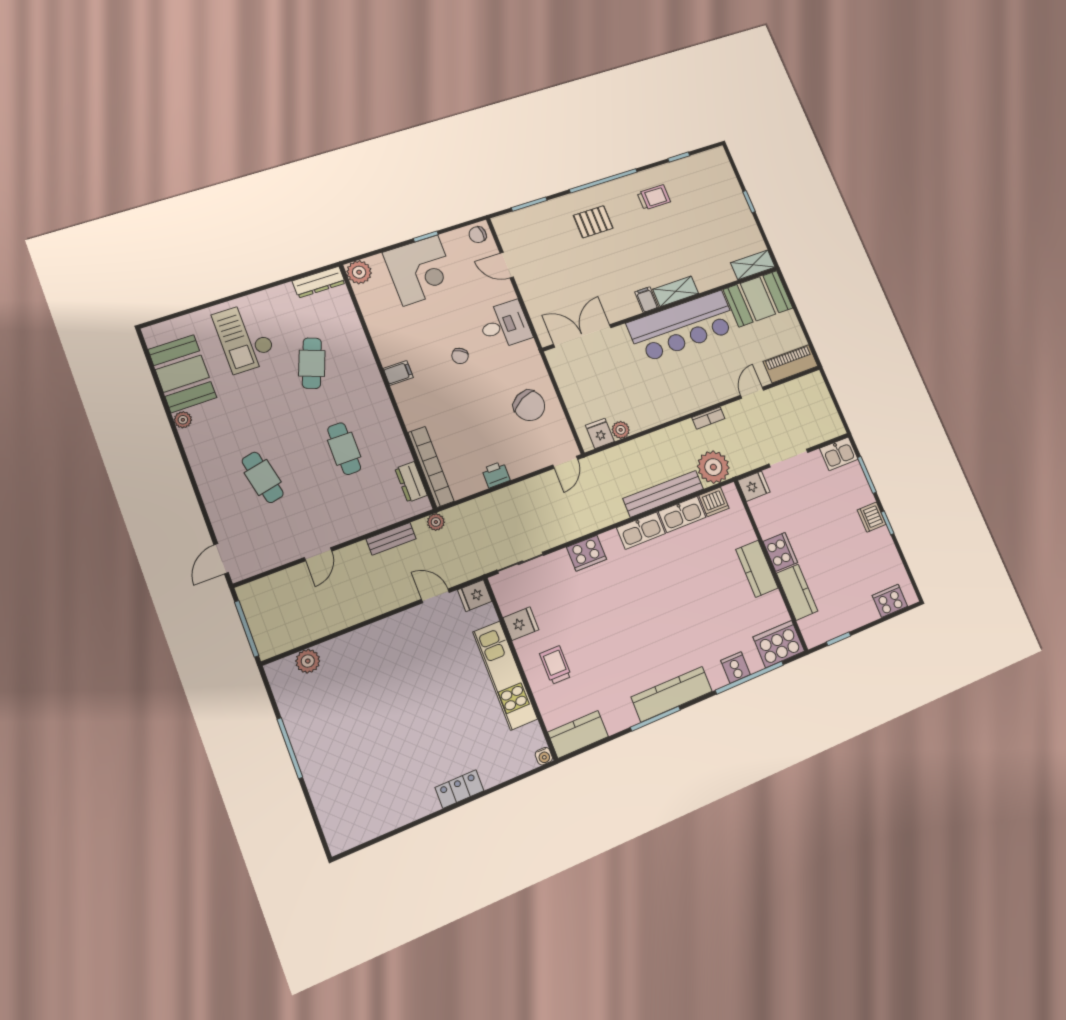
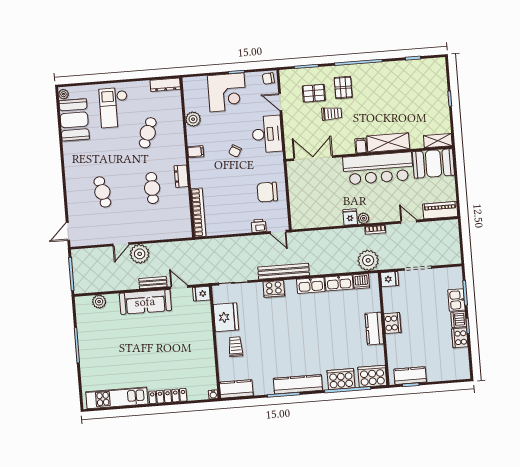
trolley: (654, 197) -> (332, 114), moved
pallet: (593, 222) -> (343, 88), turned 90
pallet: (553, 240) -> (314, 93), added
plant: (359, 272) -> (193, 119), moved
shelving: (676, 291) -> (388, 143), width x1.50, depth x1.33
desk: (505, 325) -> (267, 134), width x1.37
door: (752, 393) -> (409, 222), hinge flipped
chair: (529, 406) -> (267, 192), turned 117
plant: (183, 420) -> (64, 94), moved
plant: (621, 430) -> (364, 218), moved
fridge: (600, 433) -> (350, 217), moved
kitchen sink: (839, 454) -> (456, 300), moved, turned 90
door: (565, 462) -> (278, 232), hinge flipped
printer: (496, 475) -> (259, 226), moved
dresser: (411, 482) -> (181, 176), moved
bench: (663, 494) -> (284, 271), moved
plant: (436, 522) -> (140, 254), moved, width x1.88, depth x1.88
bench: (391, 539) -> (153, 283), moved
kitchen counter: (797, 592) -> (410, 376), moved, turned -90
cooker: (890, 601) -> (460, 338), moved, turned -90
fridge: (521, 624) -> (226, 317), width x1.88, depth x1.34
sofa: (387, 637) -> (145, 302), added
cooker: (736, 668) -> (341, 379), width x1.87, depth x1.31
kitchen unit: (505, 675) -> (117, 398), moved, turned 90
locker: (459, 789) -> (168, 396), width x1.53

